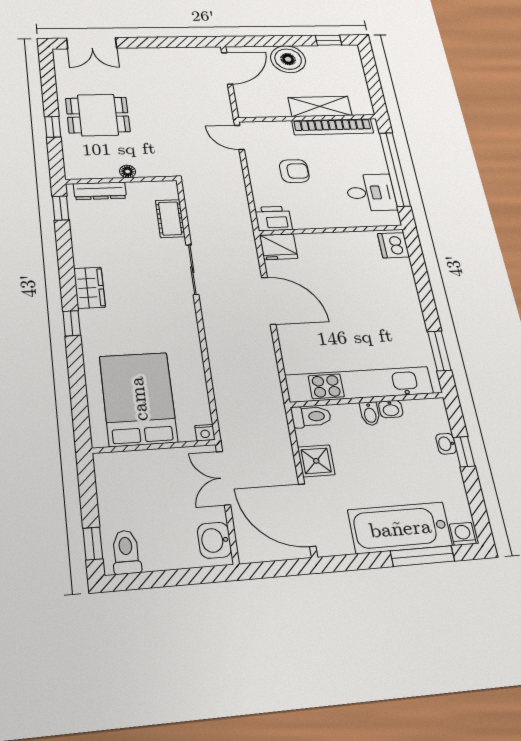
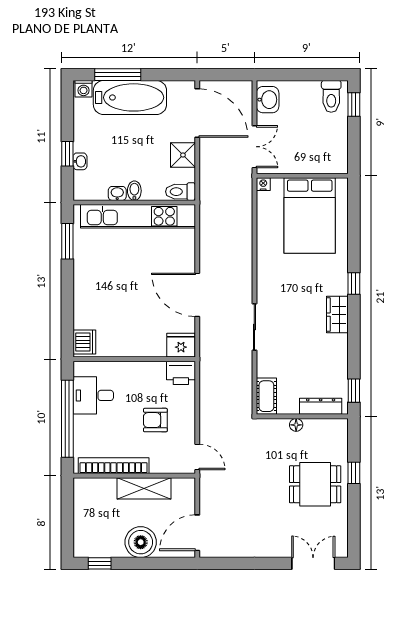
shelving: (320, 106) -> (144, 488), moved
cot: (170, 218) -> (266, 396), moved

